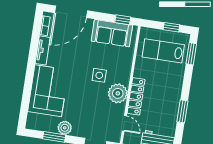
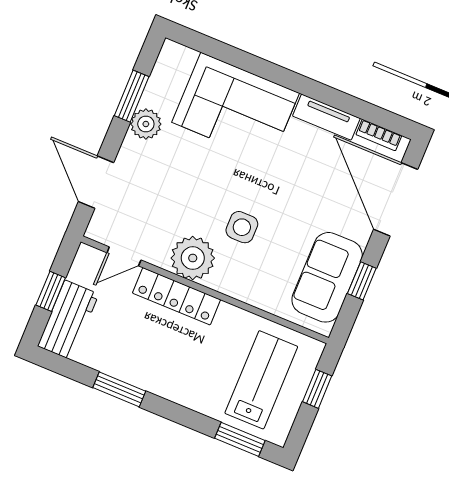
window: (123, 20) -> (362, 281), moved
window: (171, 27) -> (317, 389), moved

